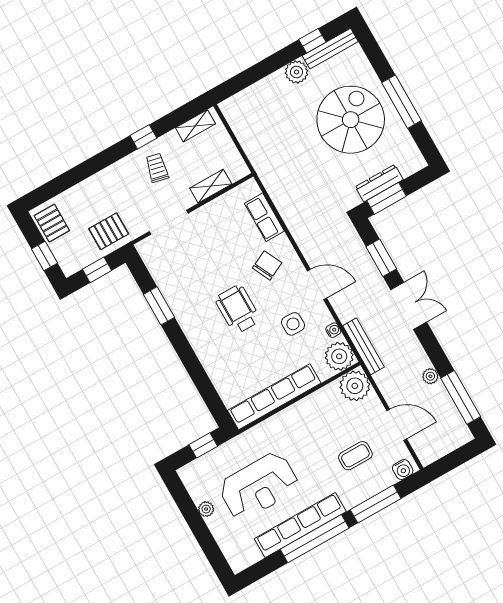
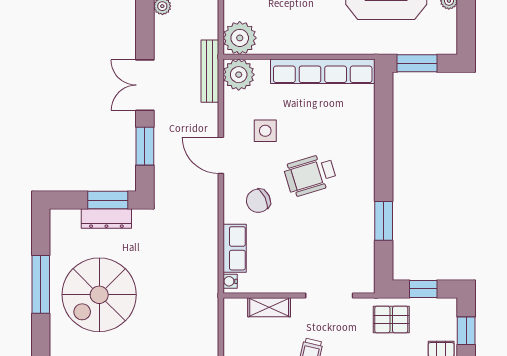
wheelchair: (238, 309) -> (310, 175), turned 73
water cooler: (333, 330) -> (230, 281), moved
window: (203, 445) -> (417, 63), width x1.50

